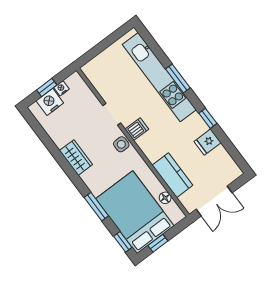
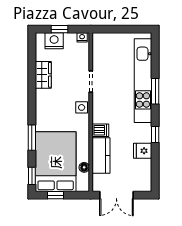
nightstand: (61, 88) -> (82, 37), moved
dishwasher: (137, 129) -> (100, 130), moved
wardrobe: (76, 158) -> (43, 75), moved

